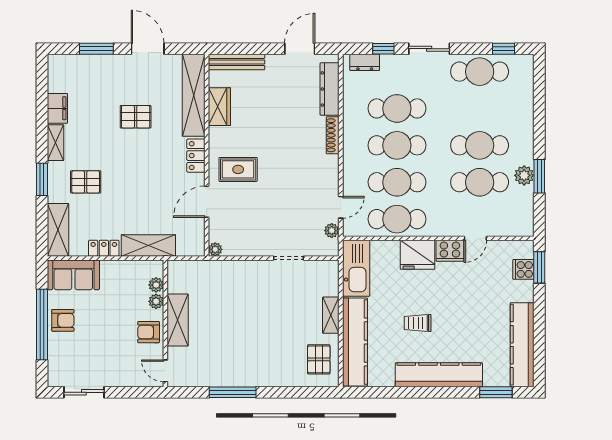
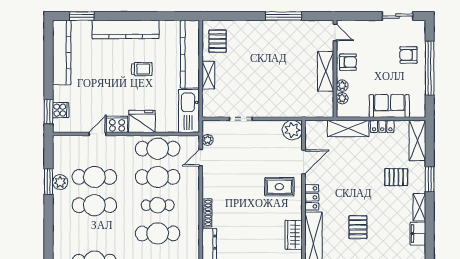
pallet: (136, 117) -> (358, 227), turned 90
cafe table: (397, 145) -> (158, 205), width x0.73, depth x0.74
plant: (215, 249) -> (292, 130), width x1.87, depth x1.87
sofa: (73, 275) -> (389, 106), moved
armchair: (63, 320) -> (408, 55), moved

